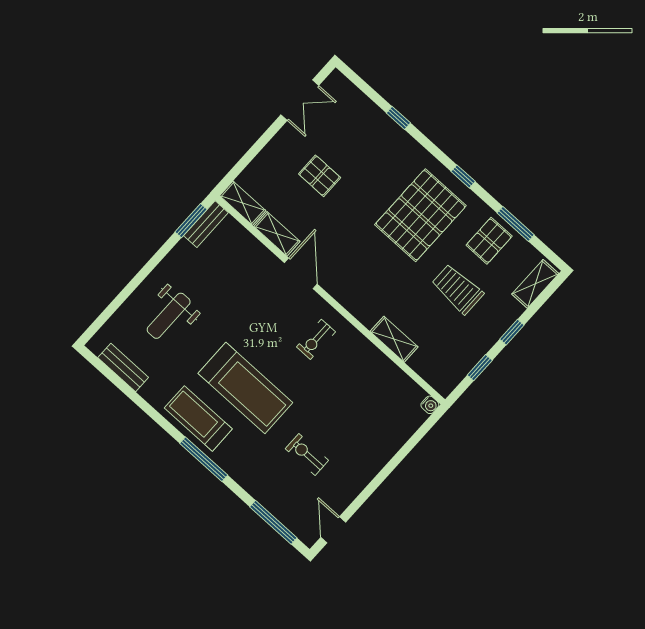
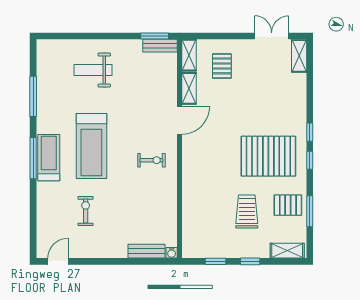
double door: (300, 100) -> (272, 36), swing flipped
window: (398, 118) -> (310, 132), moved
pallet: (320, 176) -> (222, 66), moved
exercise bike: (316, 339) -> (152, 160), turned 180
shelving: (394, 339) -> (299, 56), moved
bench: (123, 368) -> (146, 251), moved, turned 90
treadmill: (198, 418) -> (49, 158), moved
window: (273, 522) -> (33, 96), moved

